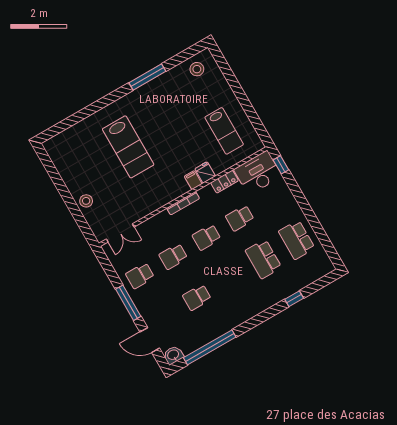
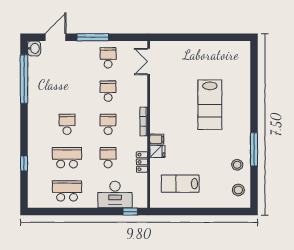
lab bench: (128, 147) -> (210, 105), turned -90
desk: (258, 173) -> (115, 194), moved, turned 90
stool: (86, 201) -> (237, 165), moved
school desk: (197, 297) -> (67, 124), moved

